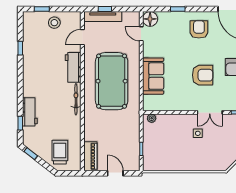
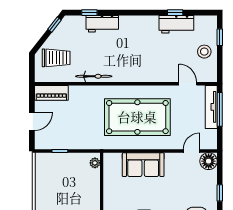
window: (105, 9) -> (220, 109), width x2.17
workbench: (73, 67) -> (176, 24), moved, turned 180
bicycle: (76, 99) -> (94, 76), moved

